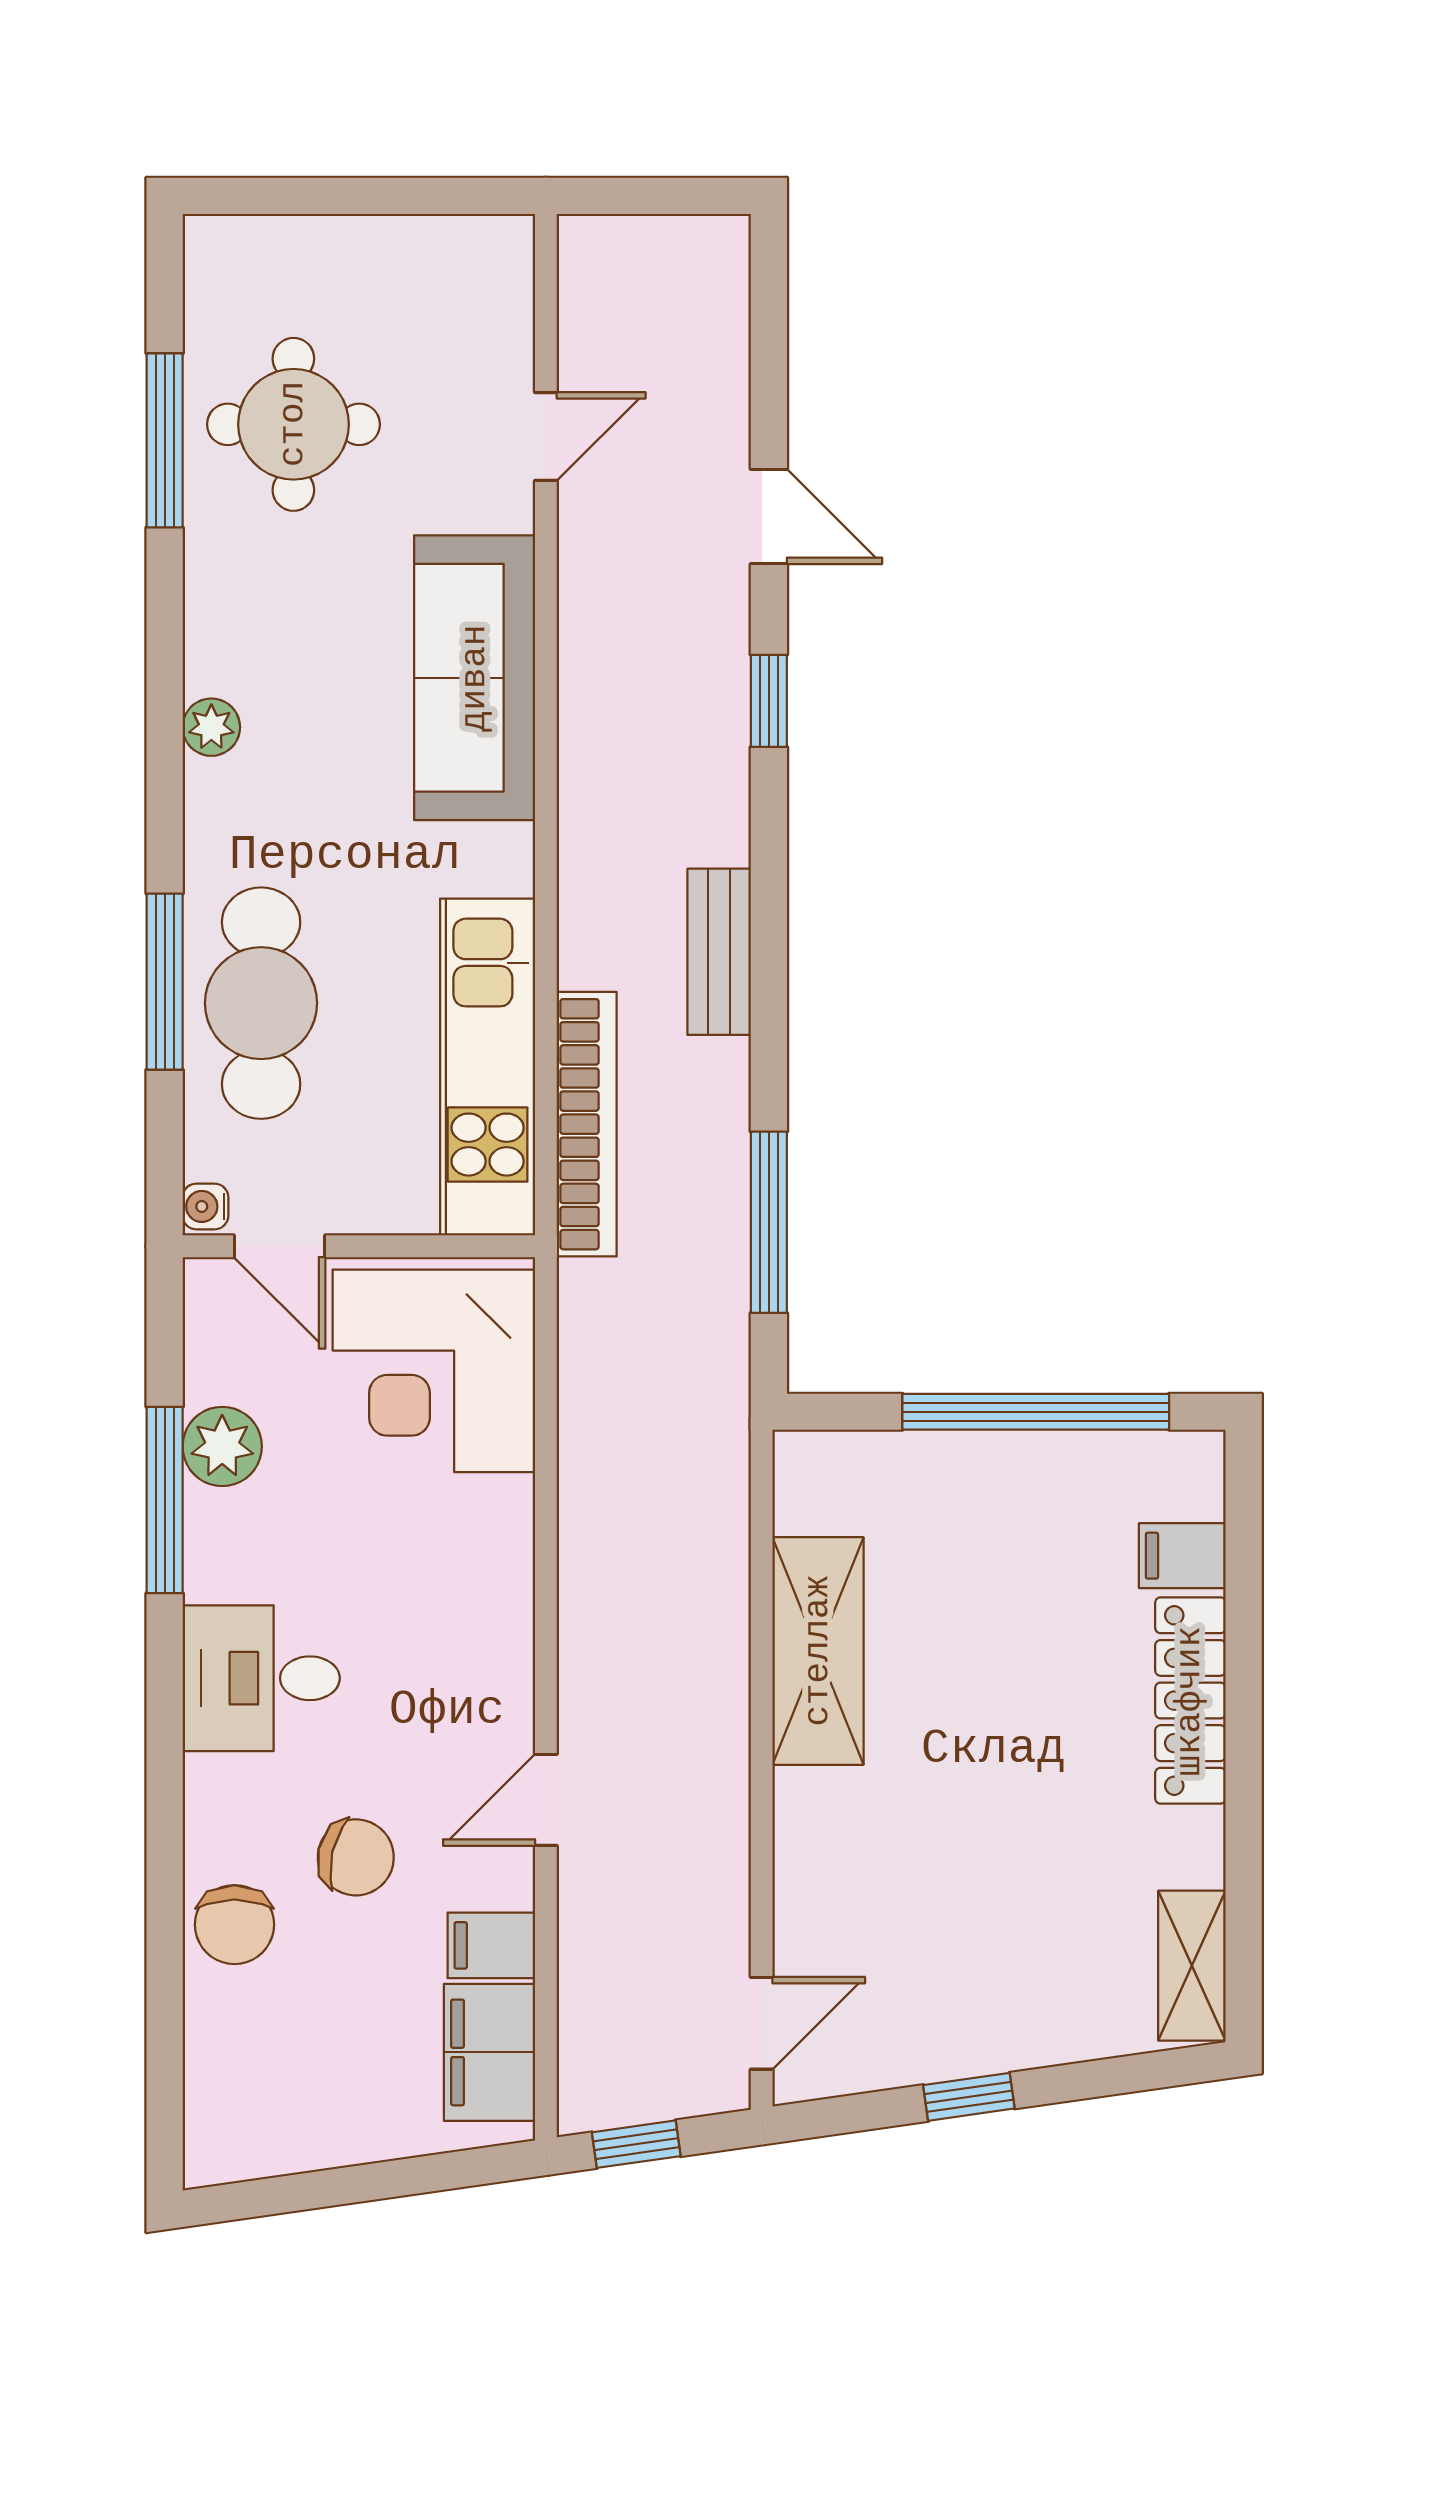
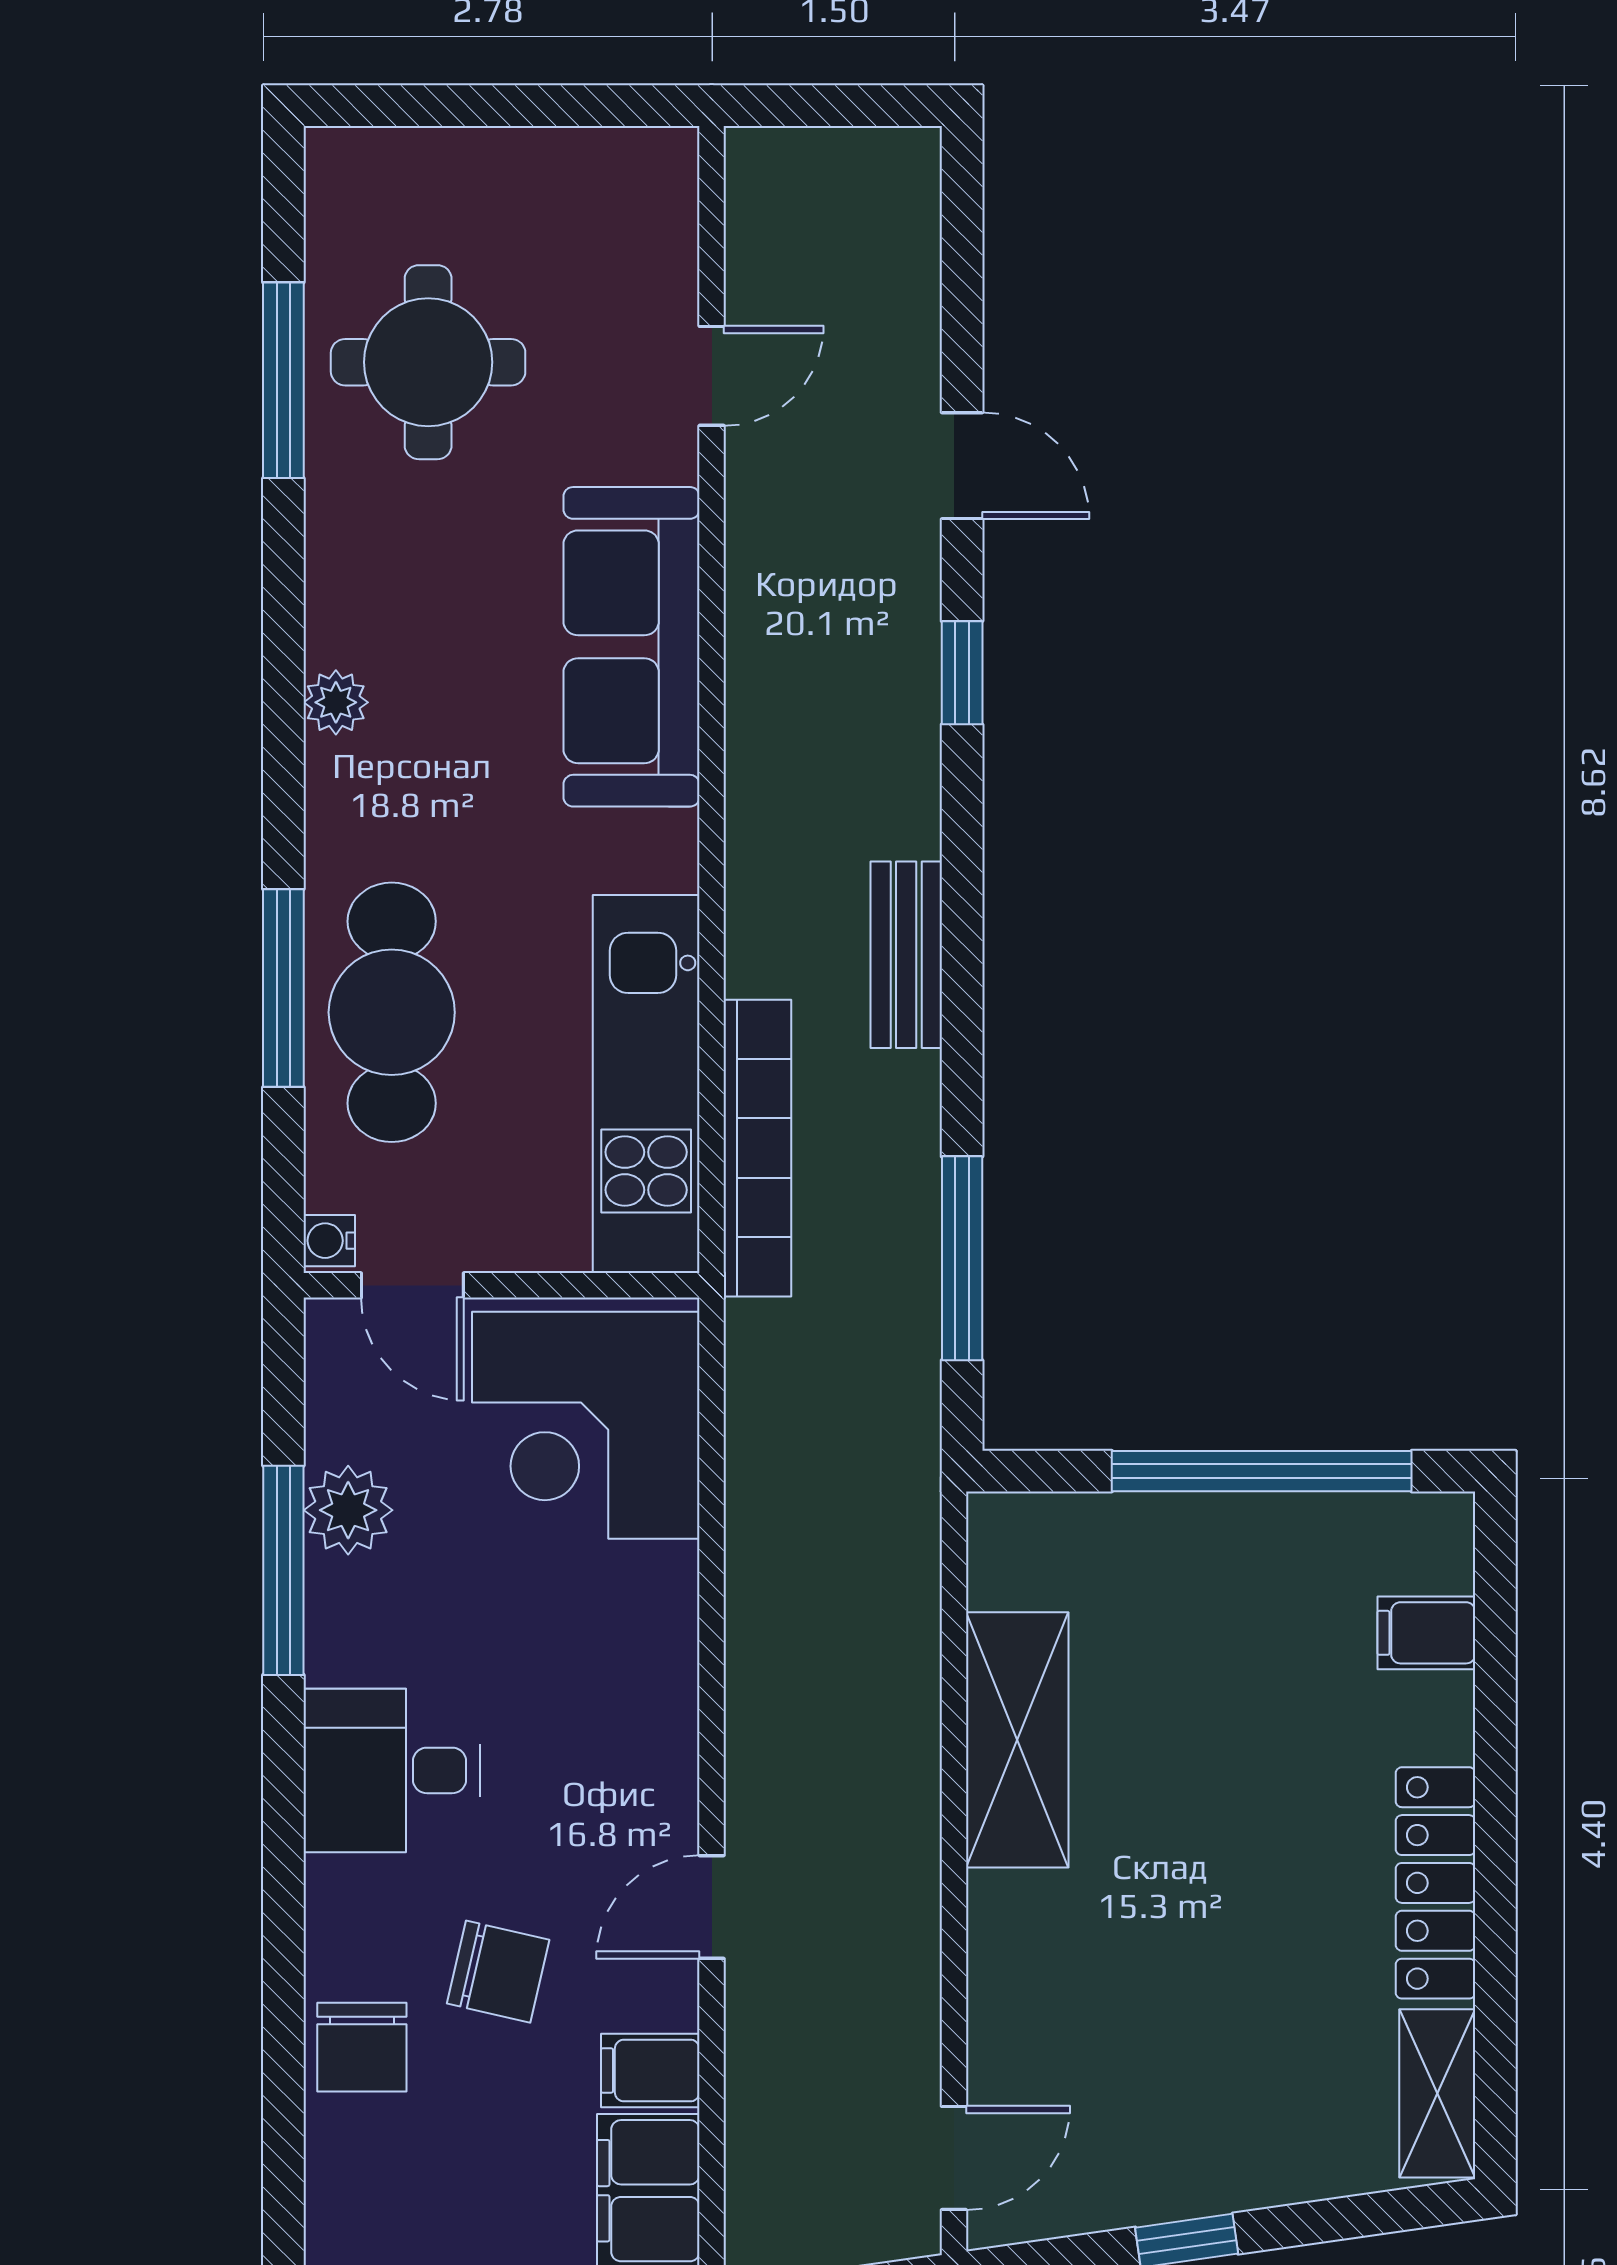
locker: (1190, 1701) -> (1436, 1883), moved

